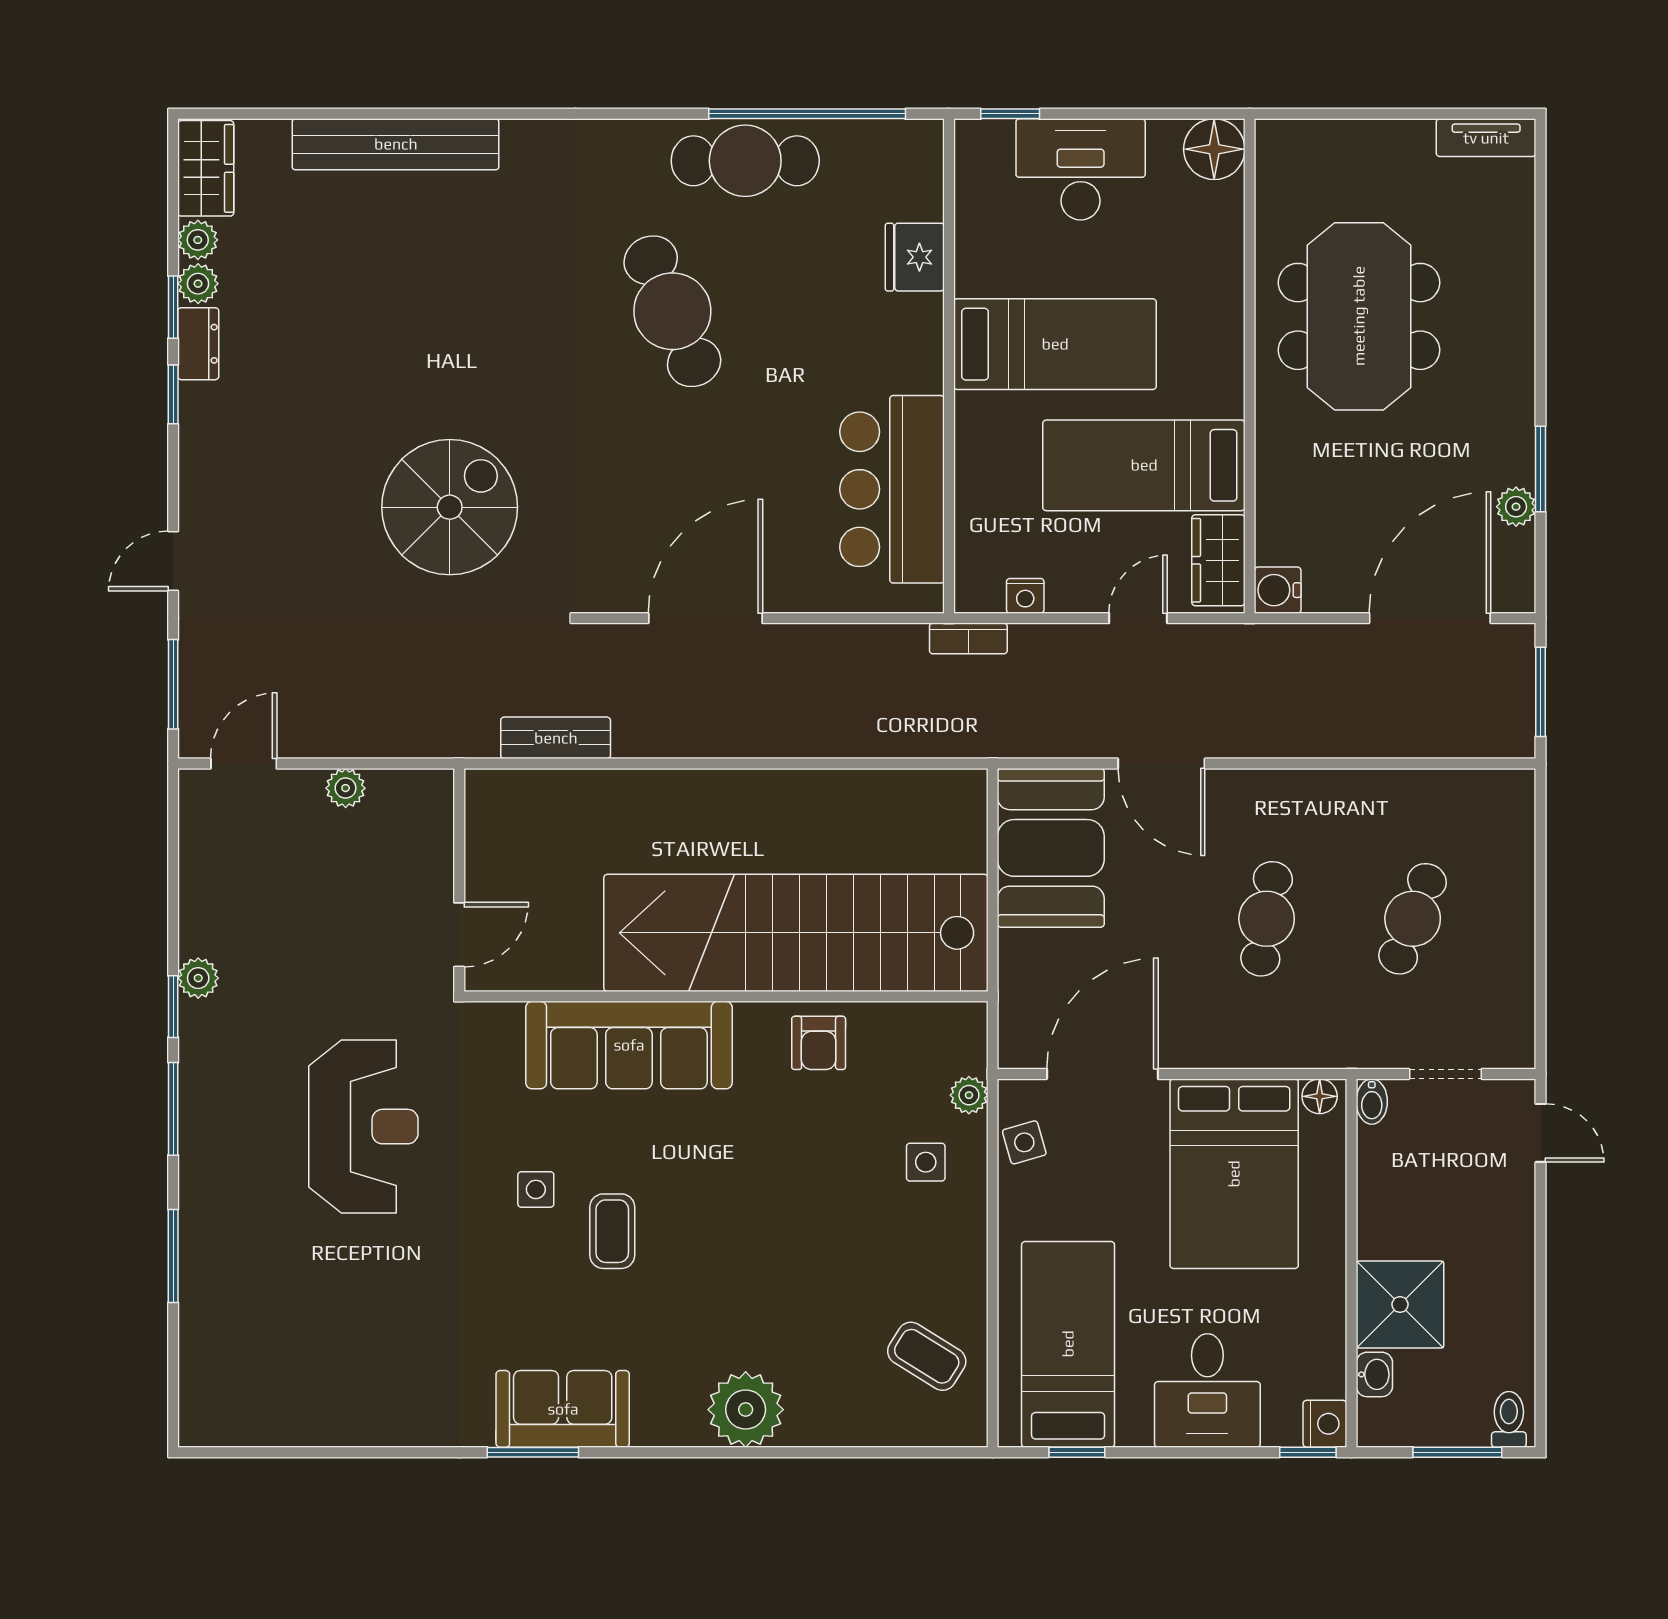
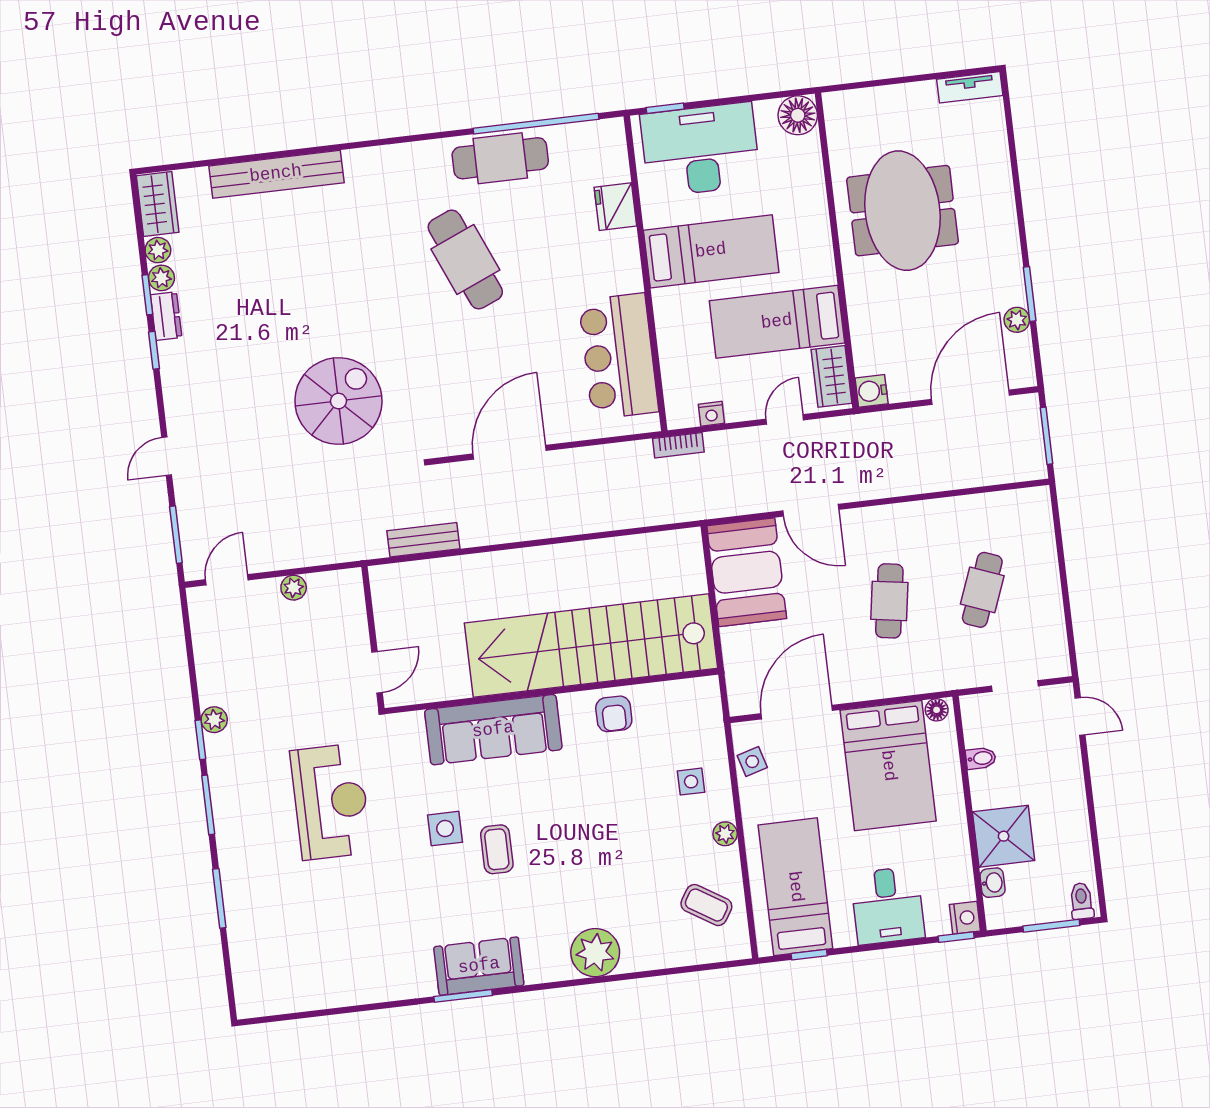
desk: (1081, 169) -> (700, 150), width x1.36, depth x1.30
plant: (969, 1095) -> (725, 834), moved
bidet: (1372, 1102) -> (981, 758), moved, turned -90
side table: (536, 1189) -> (445, 829), width x1.37, depth x1.37

